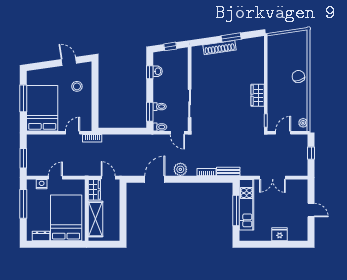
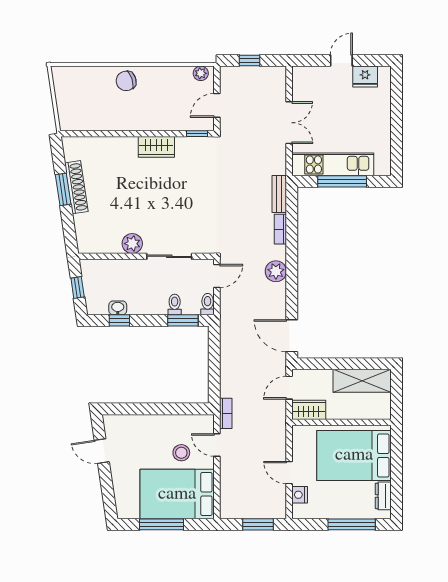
shoe rack: (219, 48) -> (76, 187), moved
door: (69, 61) -> (102, 451), hinge flipped
plant: (198, 80) -> (132, 244), added
stool: (77, 86) -> (181, 453), moved
door: (283, 133) -> (217, 105), hinge flipped
door: (155, 179) -> (292, 336), moved
window: (23, 204) -> (352, 524), moved
shelving: (95, 219) -> (362, 381), moved
fridge: (280, 234) -> (365, 76), moved, turned -90

